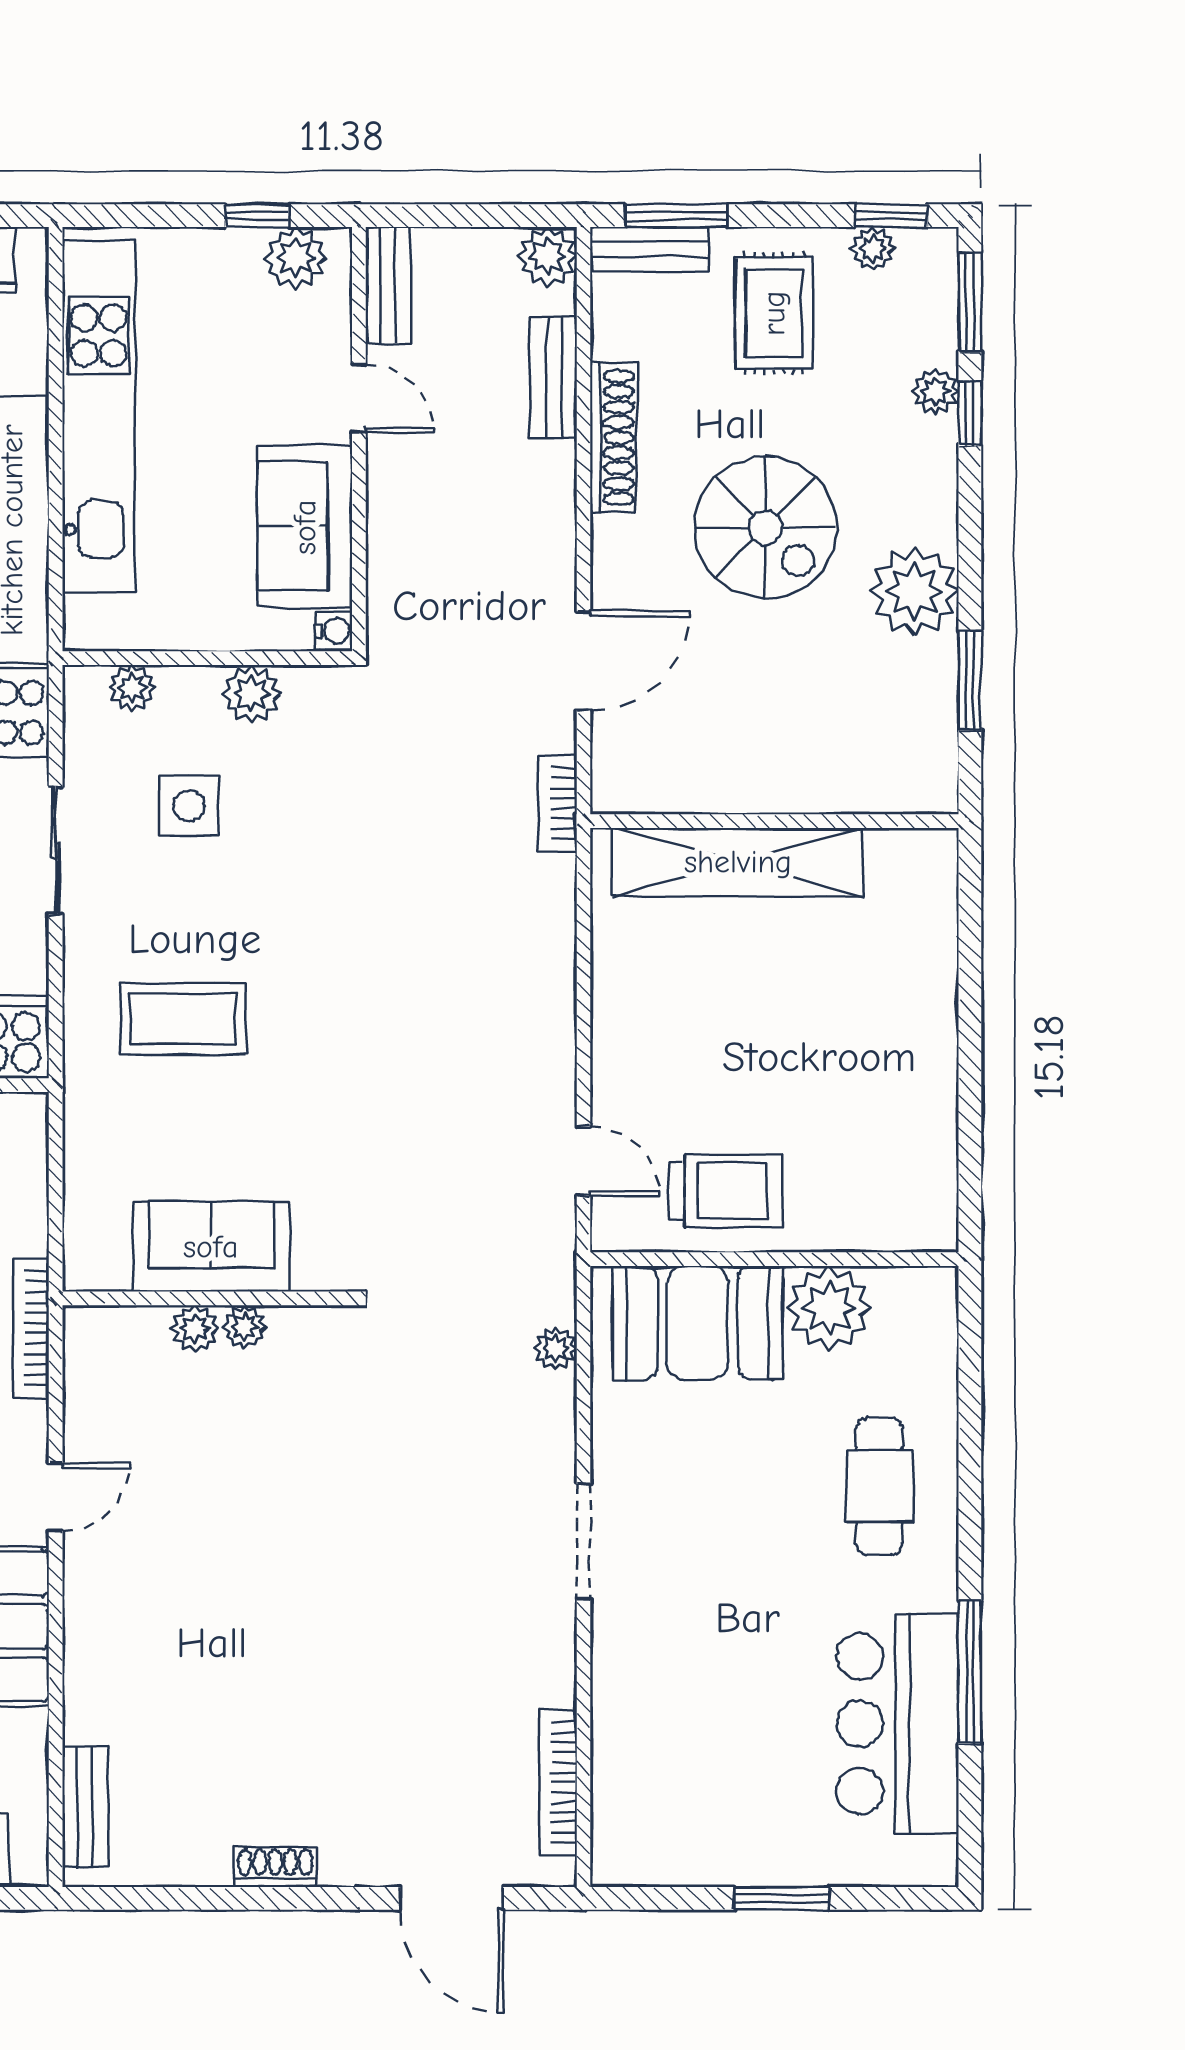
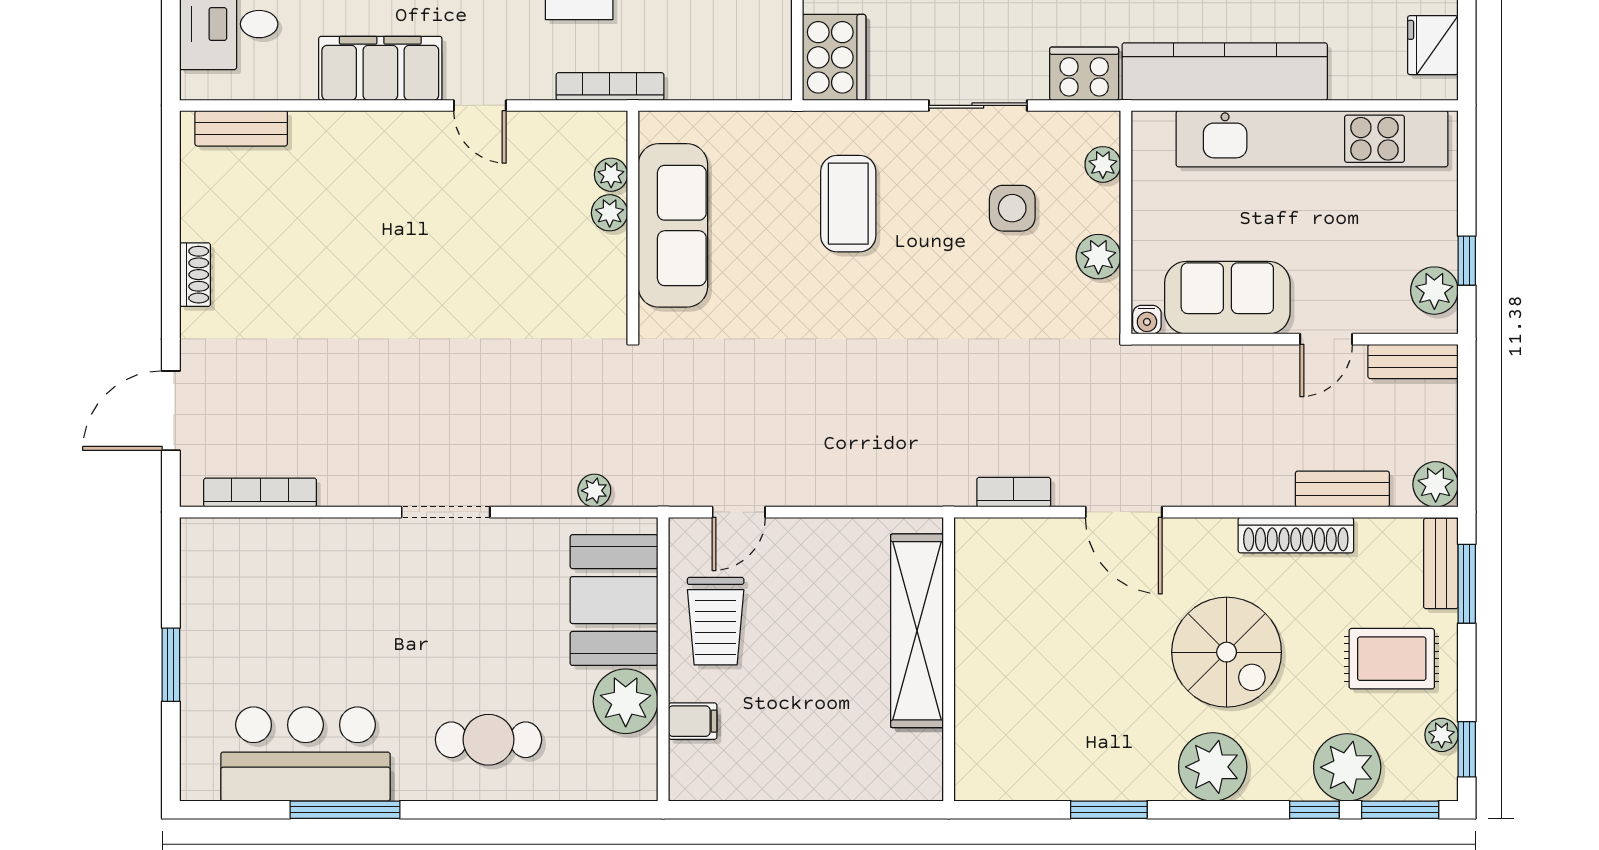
plant: (935, 391) -> (1347, 767), width x1.88, depth x1.88
spiral stairs: (765, 528) -> (1227, 652), turned -90
plant: (914, 591) -> (1213, 767), moved
wall: (774, 821) -> (949, 659), moved
shelving: (738, 862) -> (917, 631), moved
filing cabinet: (855, 1221) -> (693, 721), added
sofa: (211, 1247) -> (673, 225), width x1.36
plant: (244, 1327) -> (611, 175), moved

